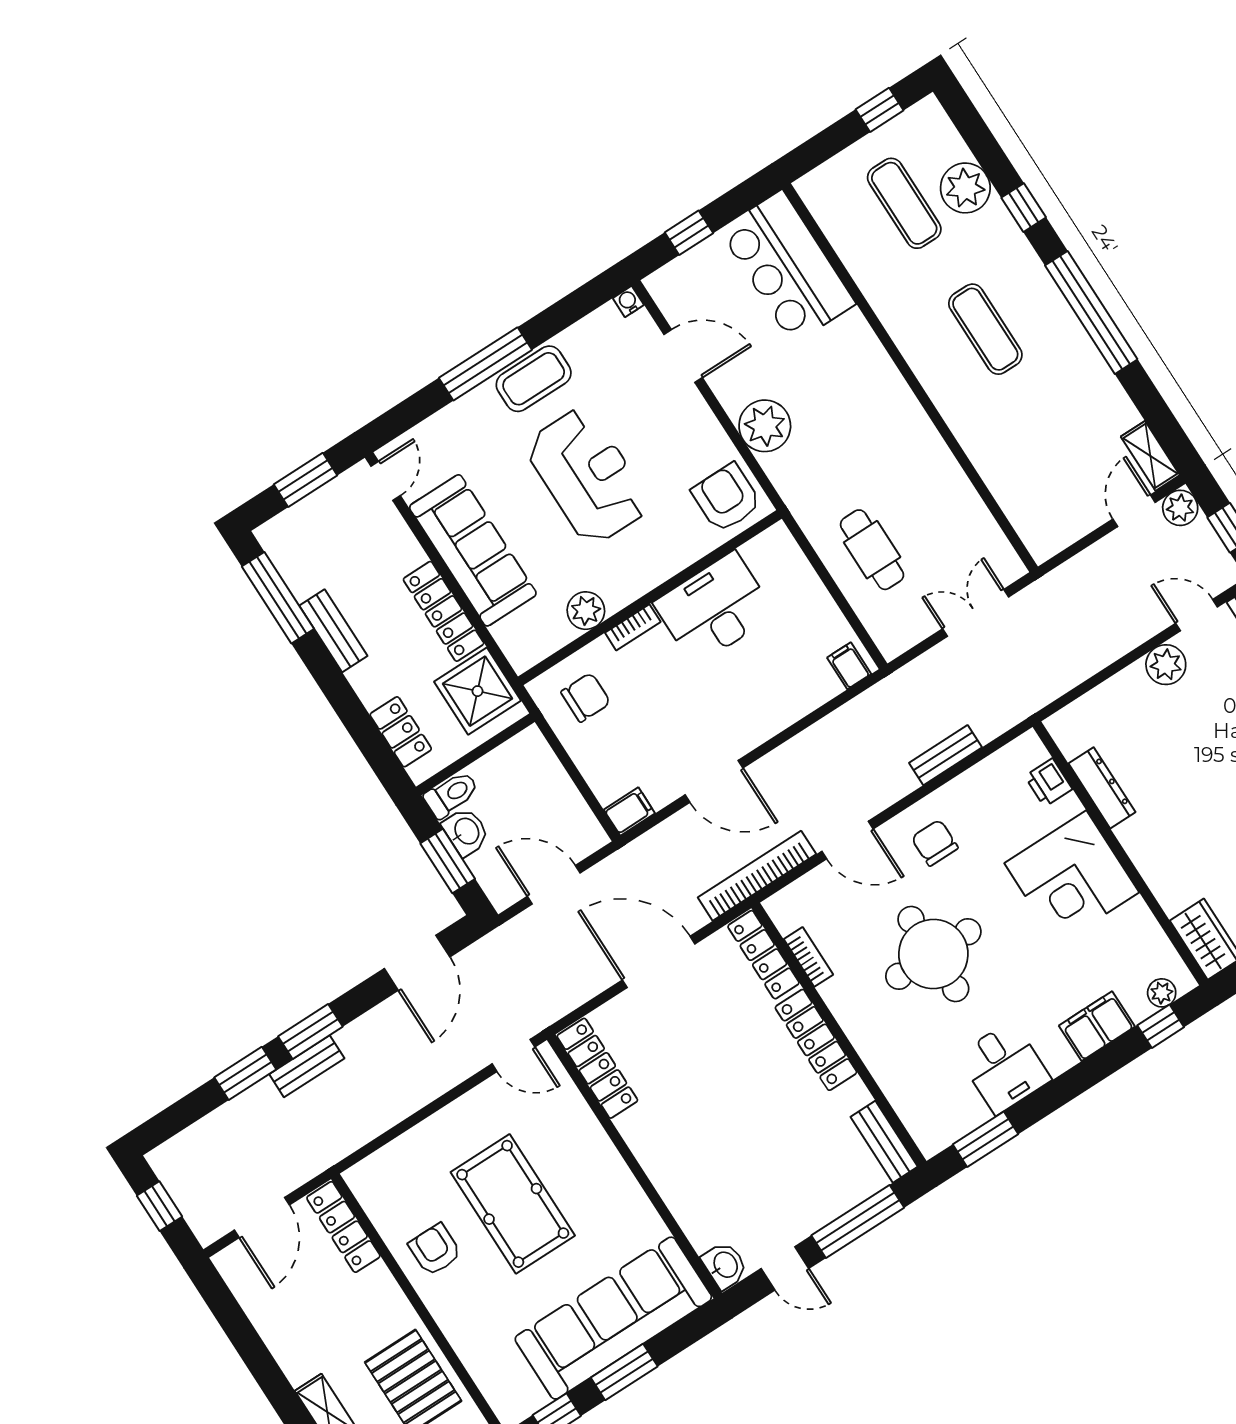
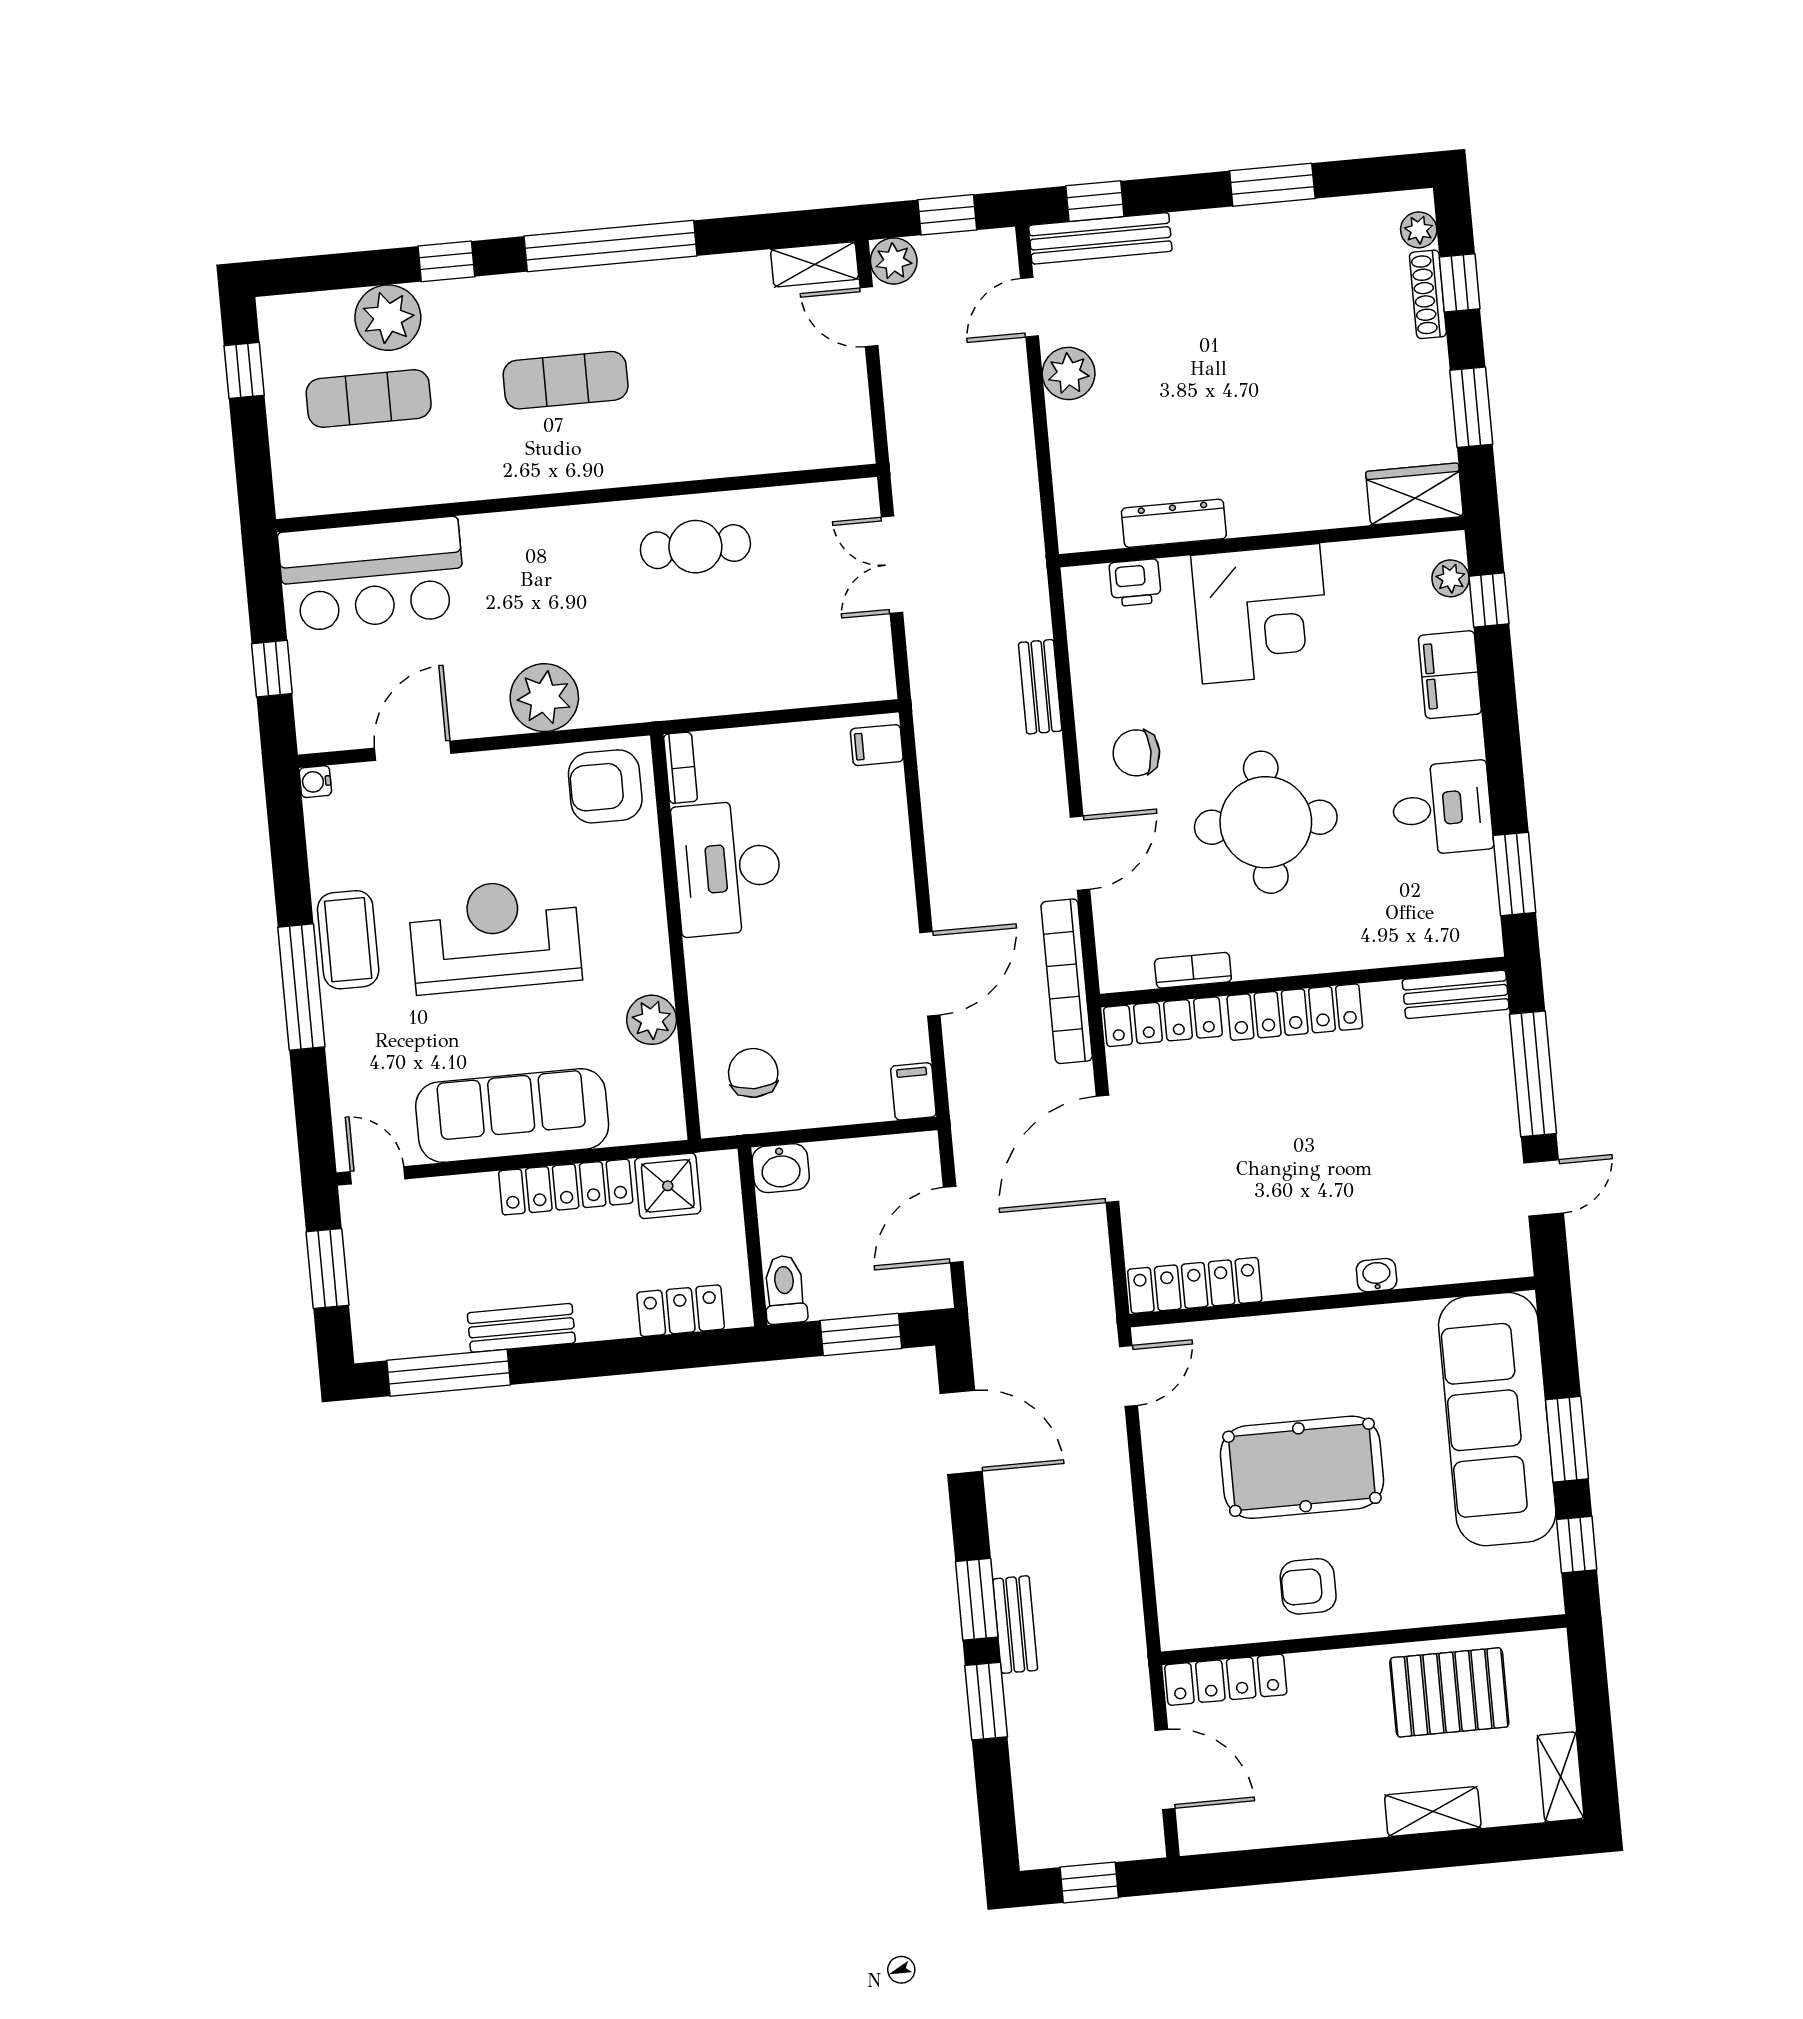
cafe table: (872, 550) -> (695, 547), moved
bookcase: (633, 627) -> (681, 768), moved
shower: (477, 691) -> (668, 1186), width x0.73, depth x0.73
washbasin: (466, 832) -> (781, 1168), moved, turned 180
washbasin: (725, 1265) -> (1377, 1275), moved, width x0.72, depth x0.69

